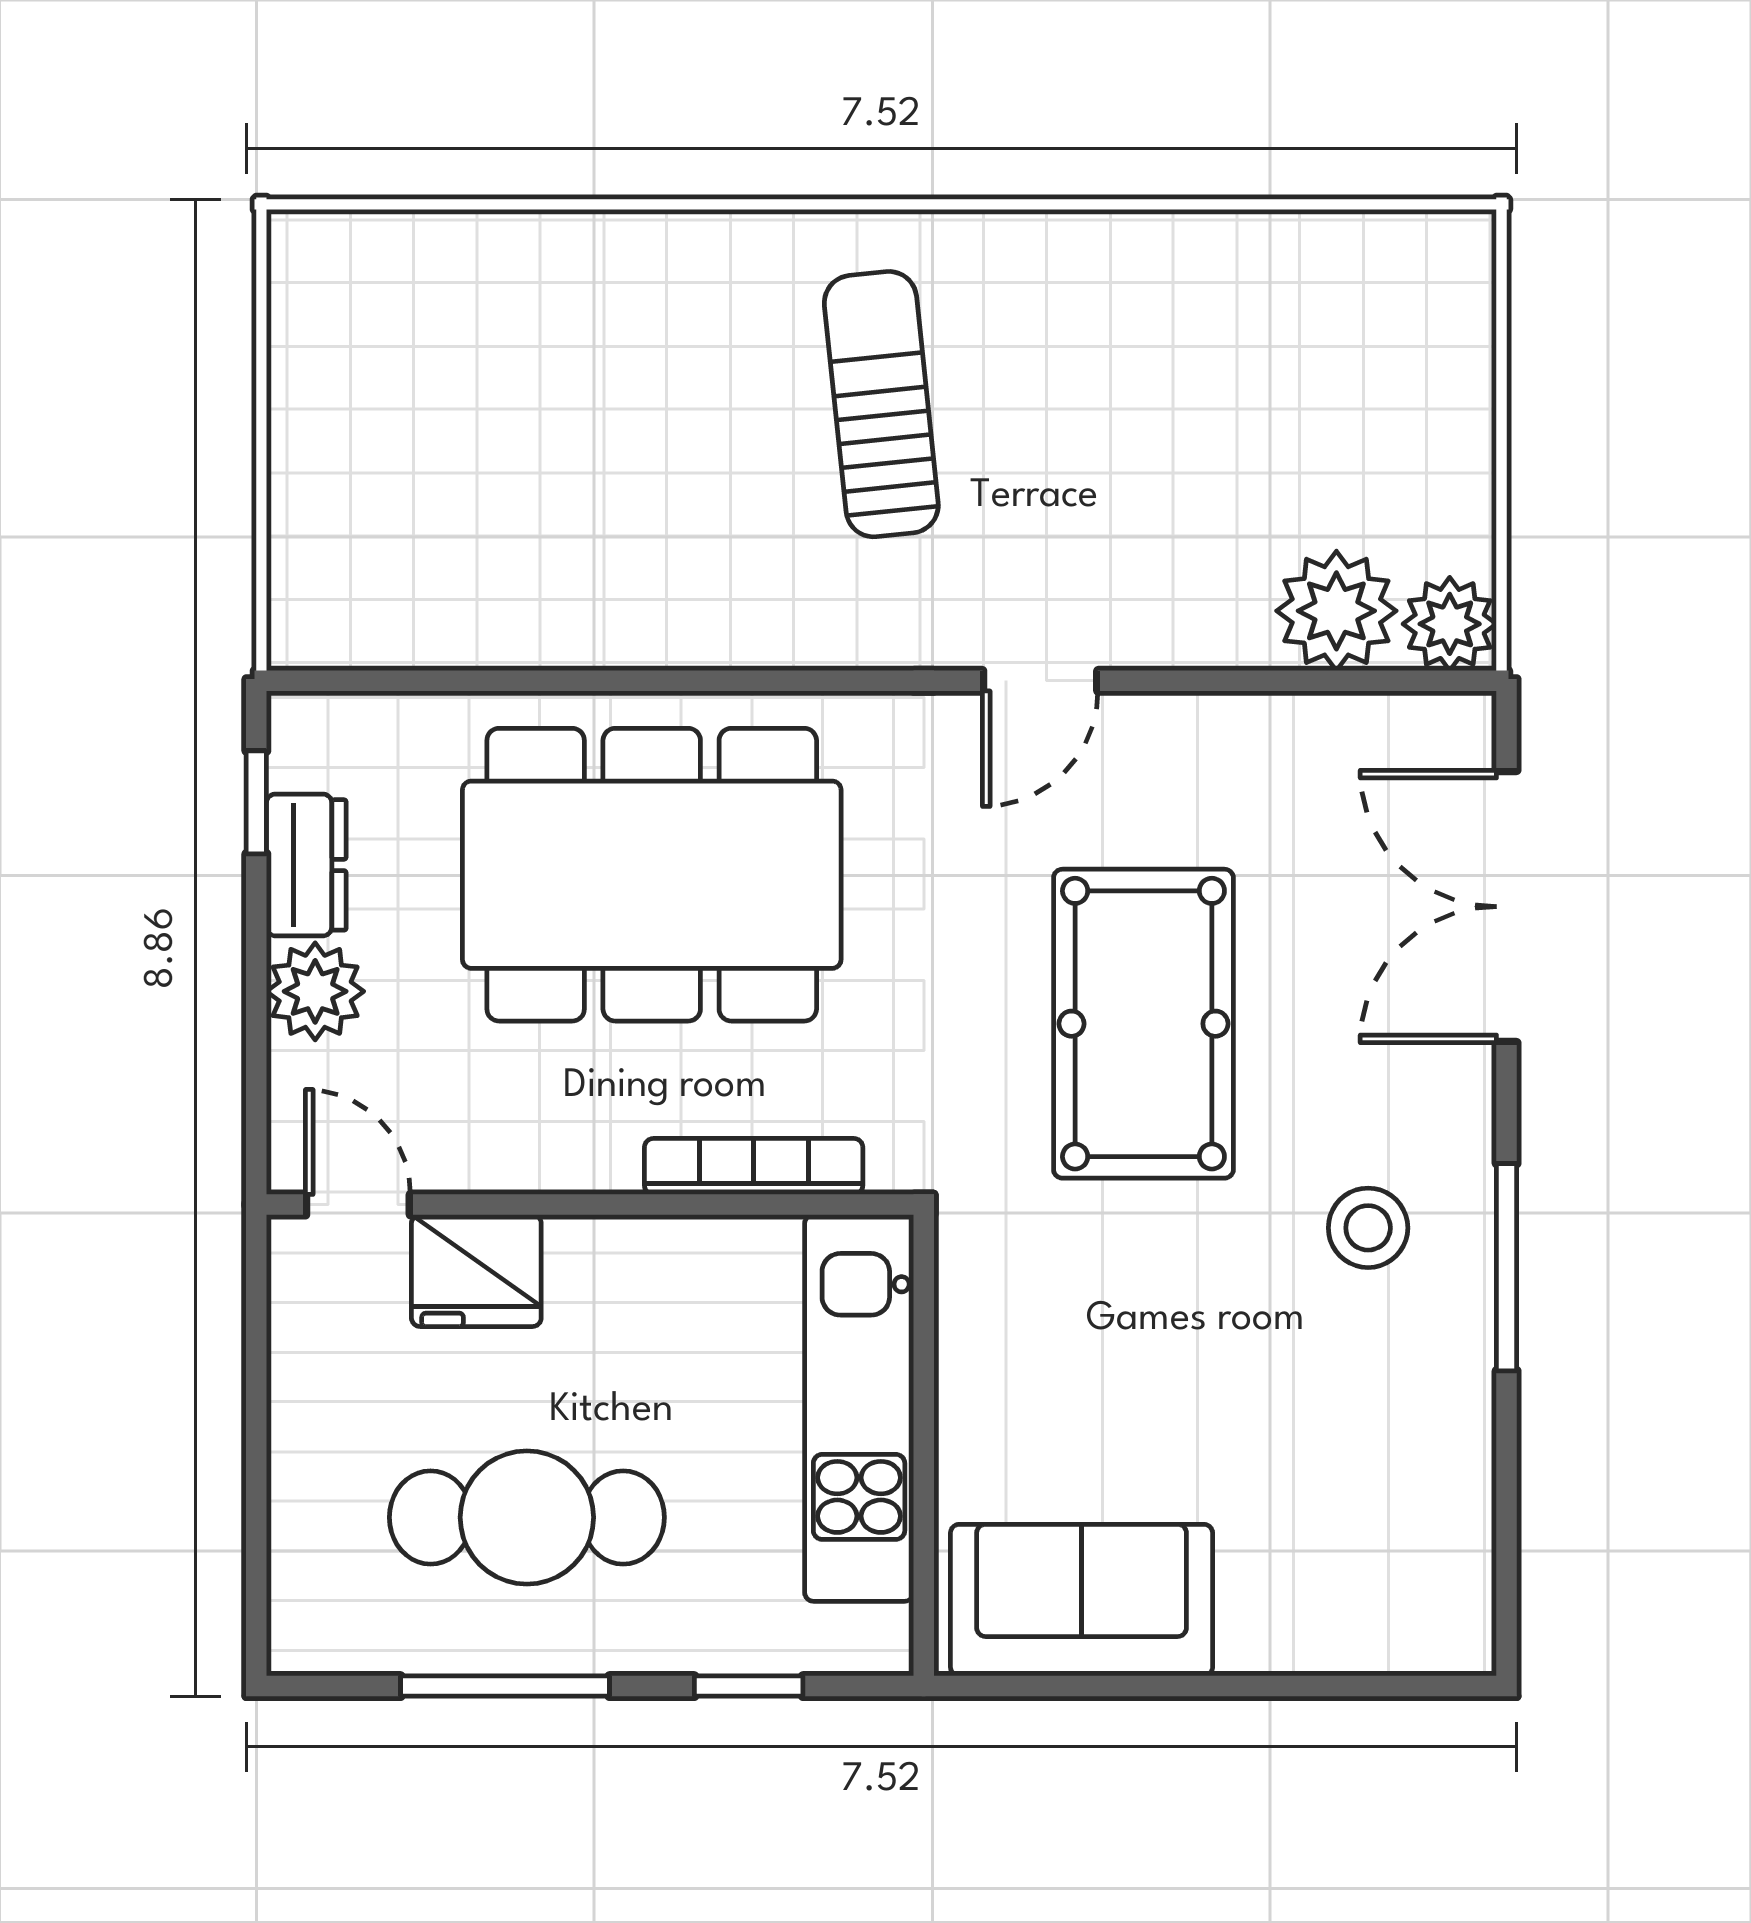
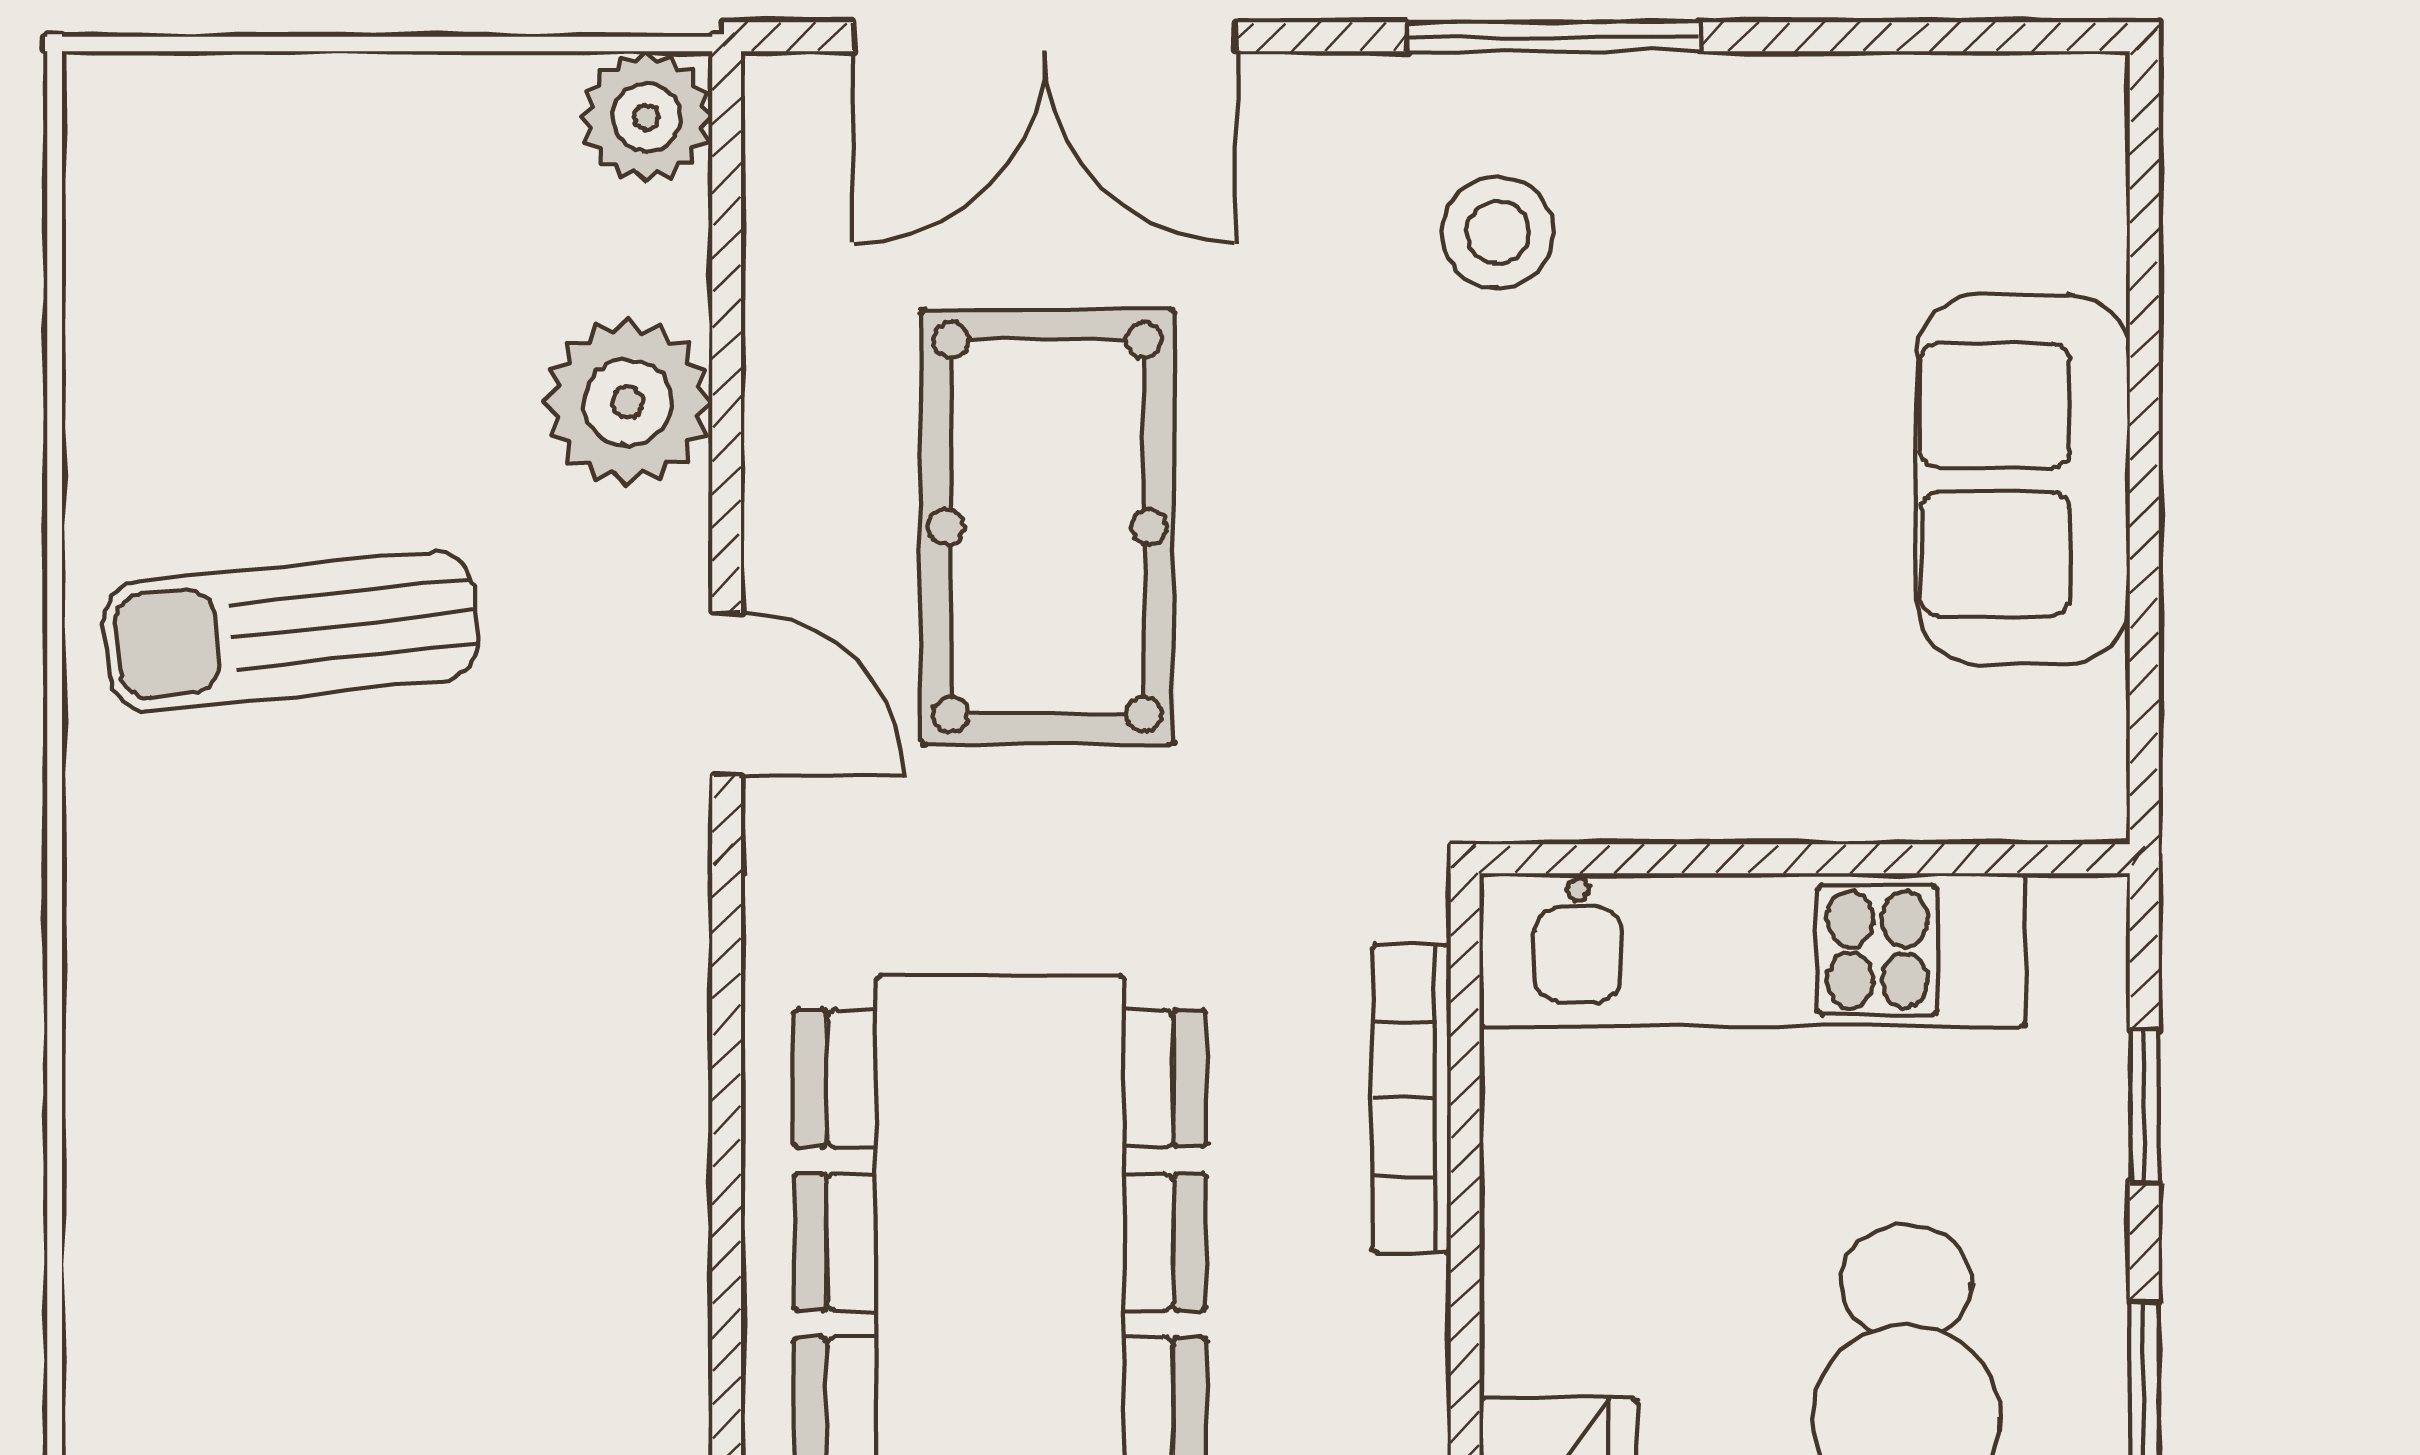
sun lounger: (881, 404) -> (291, 631), moved
plant: (1336, 611) -> (628, 402), moved
pool table: (1143, 1024) -> (1047, 527), moved, turned 90
sofa: (1082, 1600) -> (2023, 480), moved

